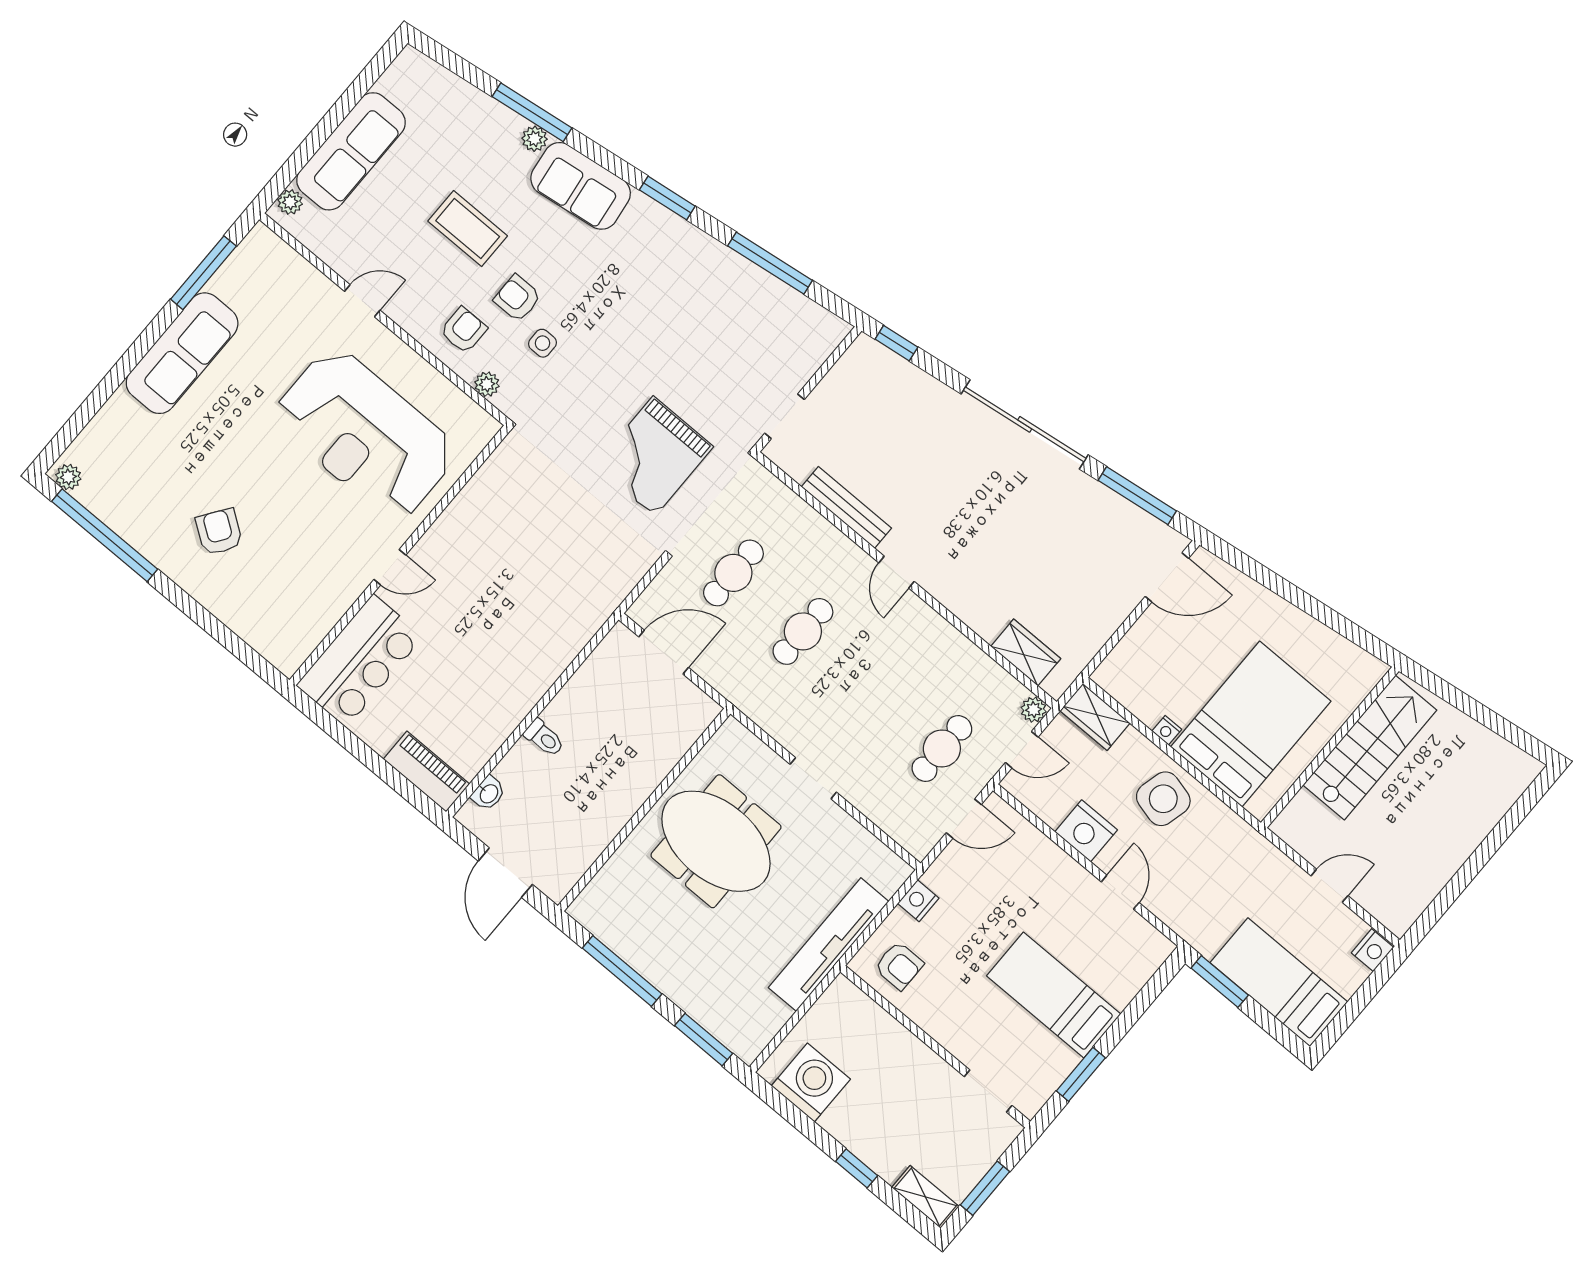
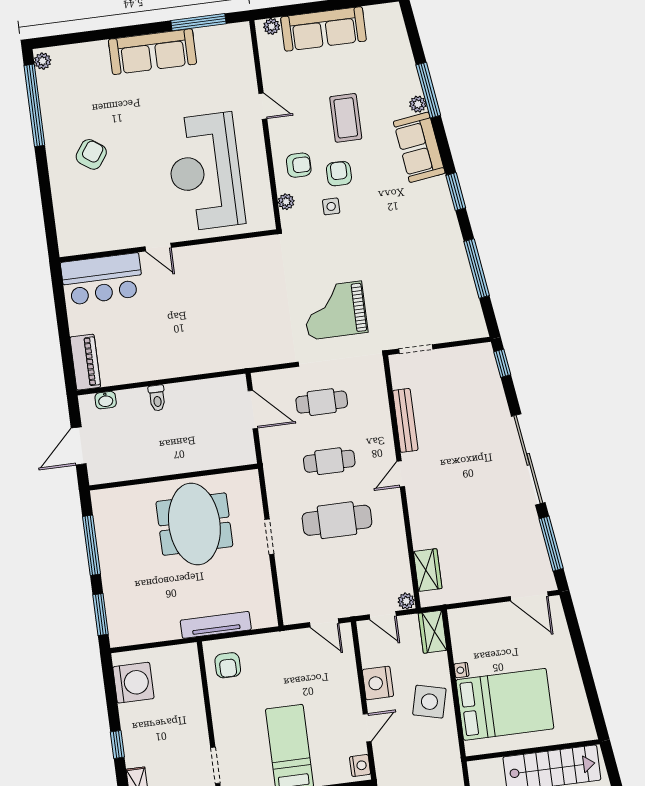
cafe table: (942, 748) -> (337, 520), moved, width x1.37, depth x1.35
nightstand: (918, 901) -> (360, 765), moved, turned 90
tv unit: (829, 945) -> (216, 625), width x0.73, depth x0.78

